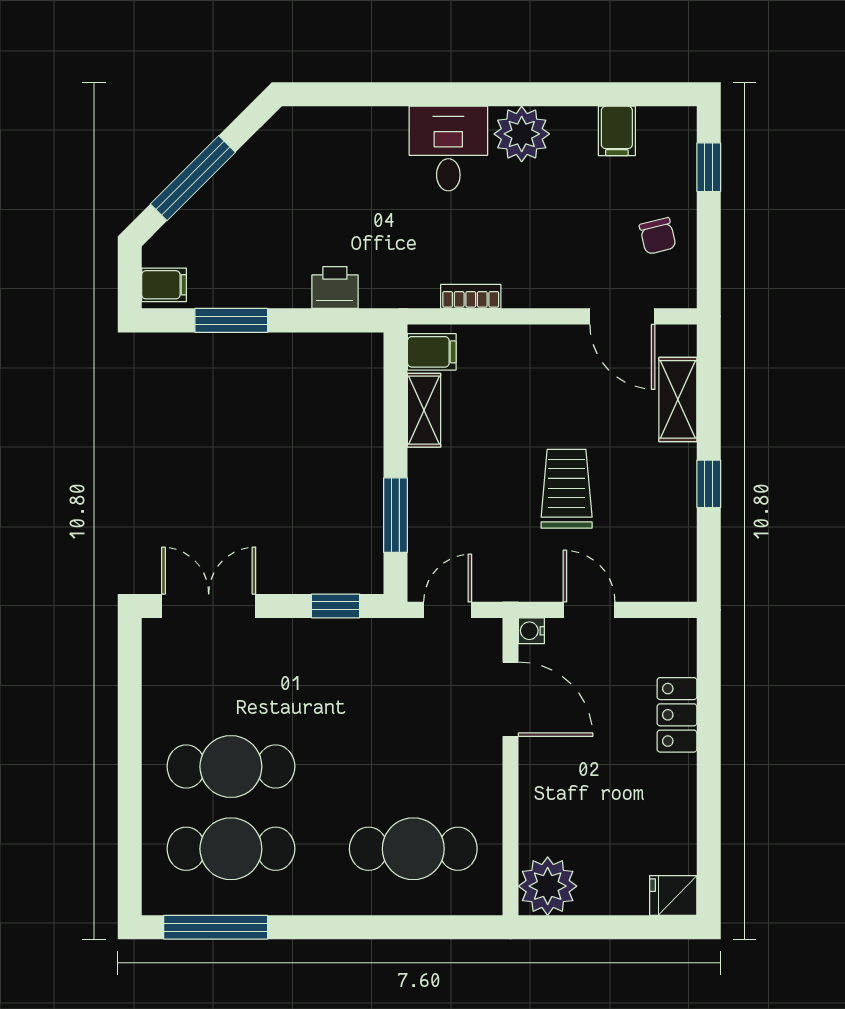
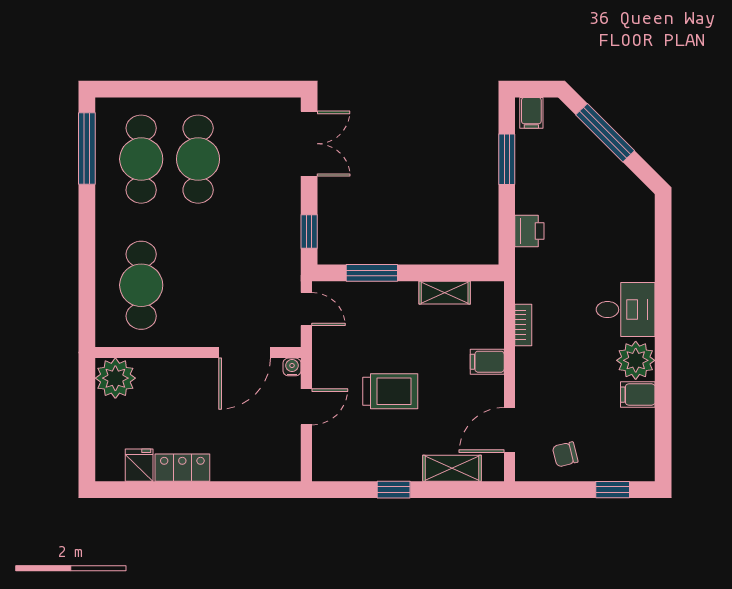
filing cabinet: (617, 131) -> (638, 395), moved
filing cabinet: (432, 352) -> (487, 362), moved, turned 90
locker: (677, 715) -> (182, 468), moved
fridge: (673, 895) -> (139, 465), moved

